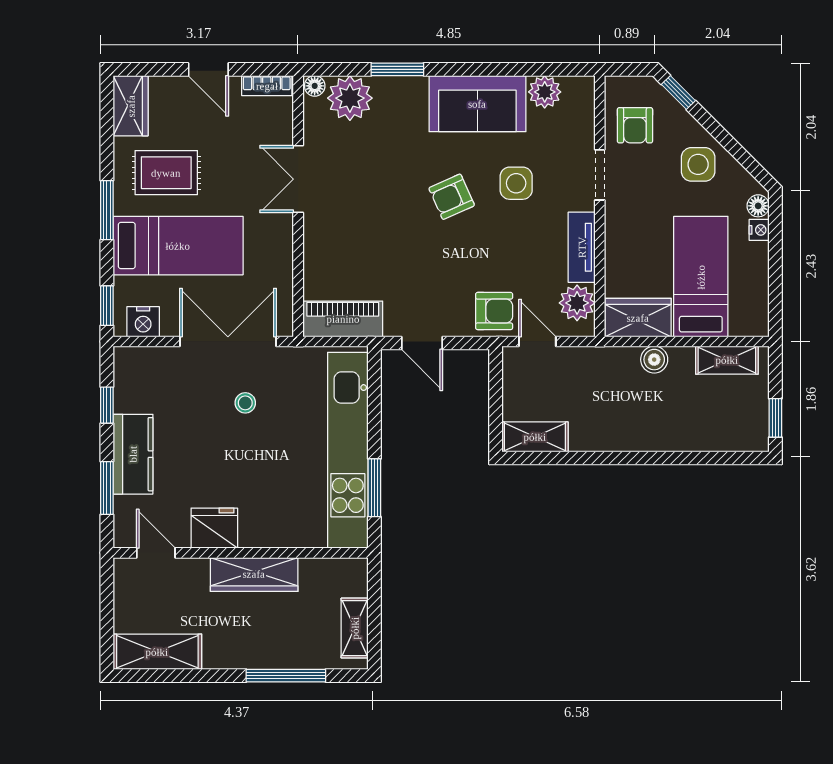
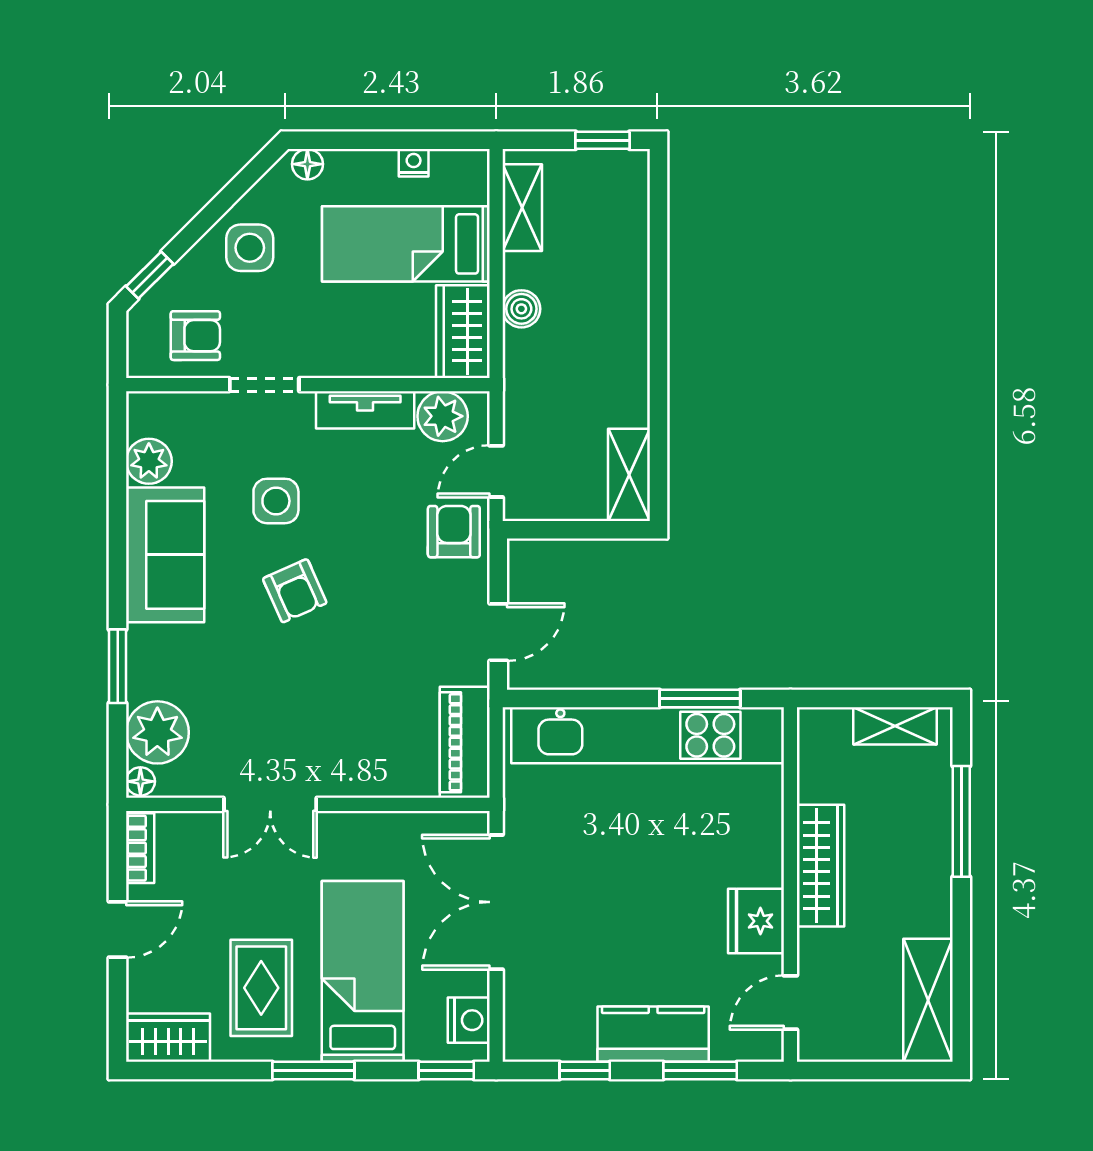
nightstand: (759, 230) -> (414, 163), moved
stool: (245, 403) -> (582, 878), removed

